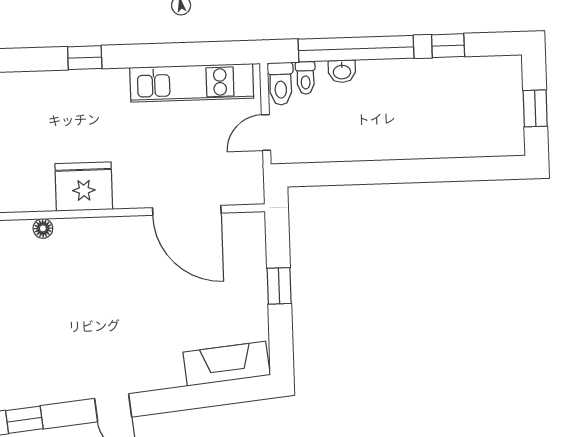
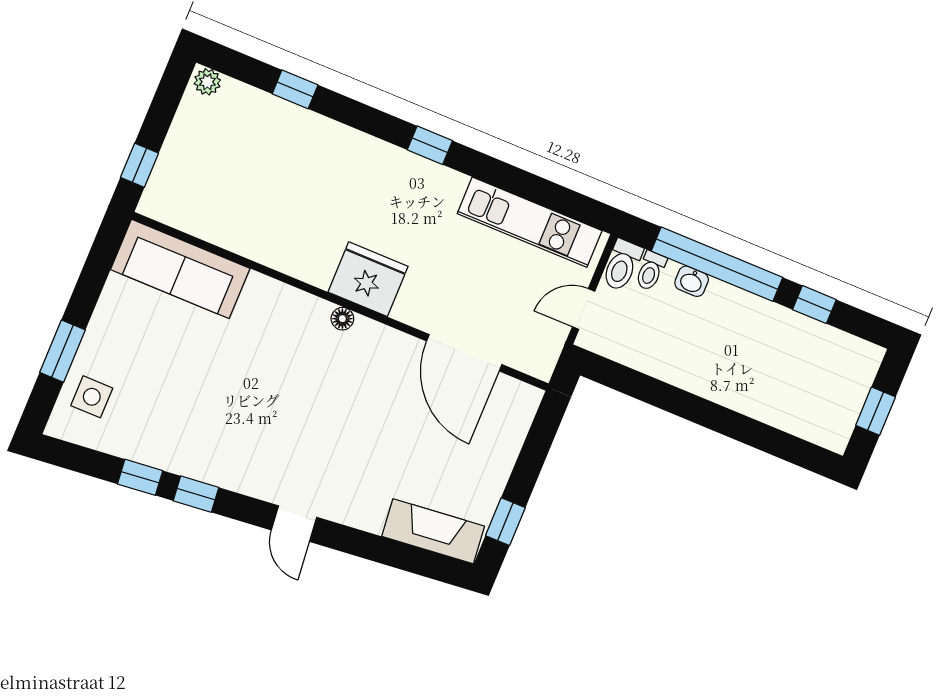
floor lamp: (43, 228) -> (342, 319), moved
window: (279, 286) -> (505, 522), moved

